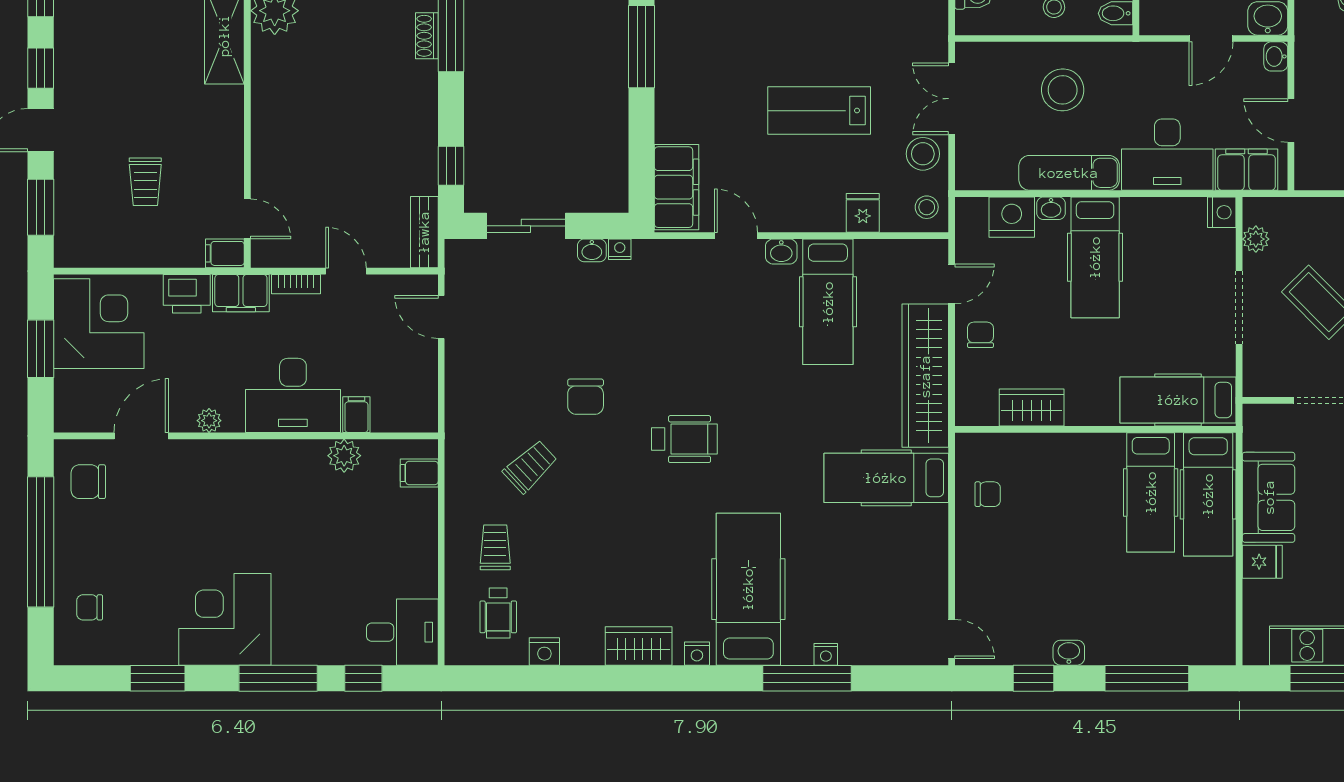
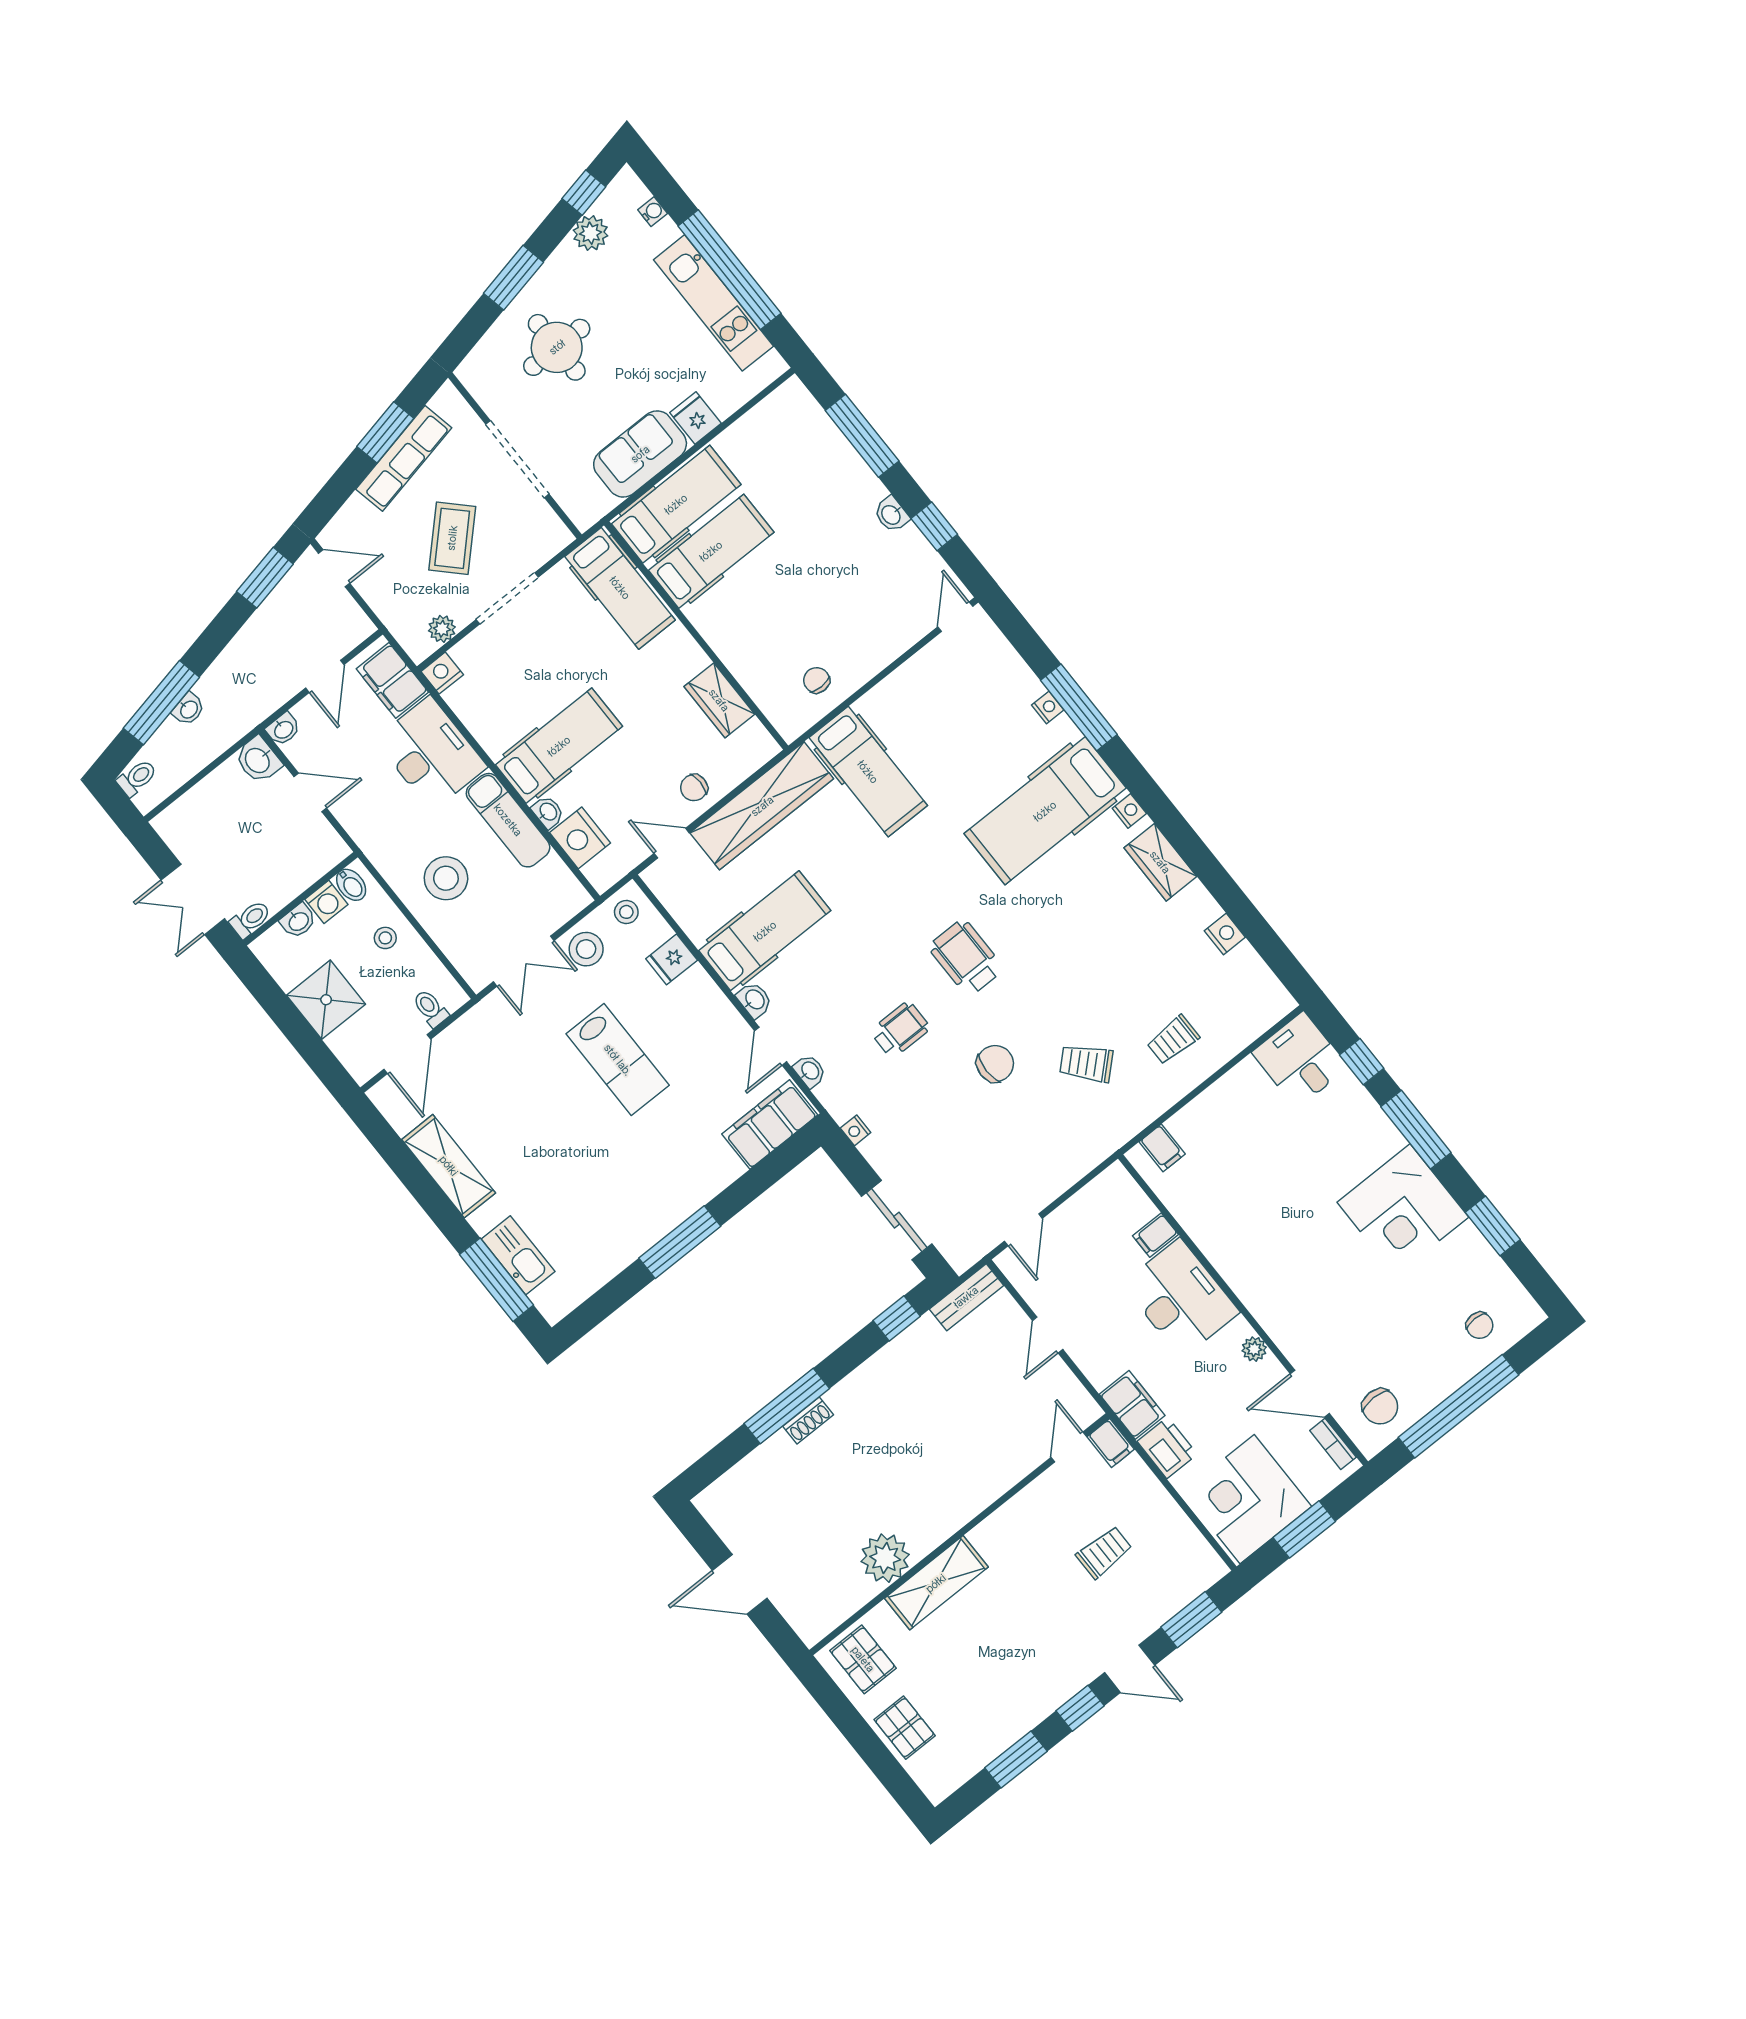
washbasin: (592, 250) -> (810, 1071), moved
bookcase: (296, 284) -> (1333, 1444), moved, turned 180
plant: (344, 456) -> (1196, 1219), removed
wheelchair: (498, 613) -> (900, 1030), moved

